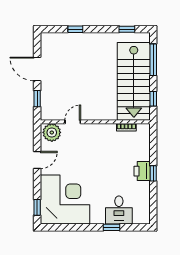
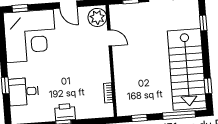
window: (75, 29) -> (203, 23), moved
stairs: (134, 81) -> (187, 69), moved, turned -90

